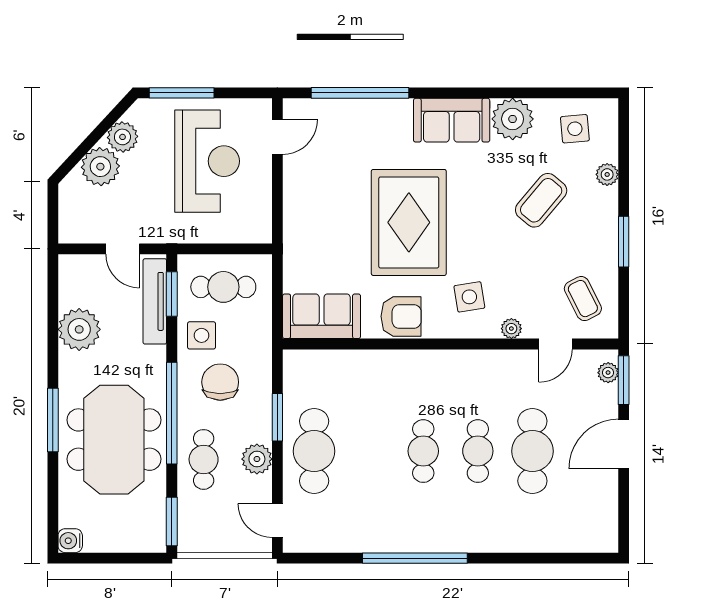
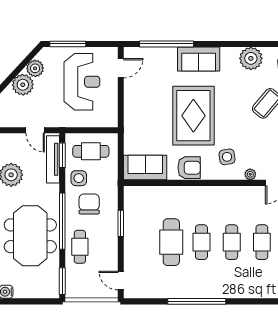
sofa: (452, 120) -> (199, 59), moved
cafe table: (314, 451) -> (171, 242), moved
cafe table: (532, 451) -> (262, 242), width x0.73, depth x0.74
plant: (257, 459) -> (109, 247), removed

